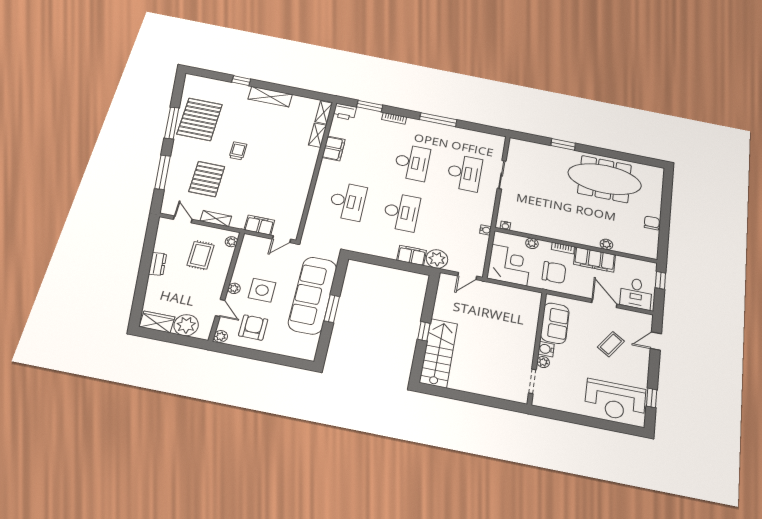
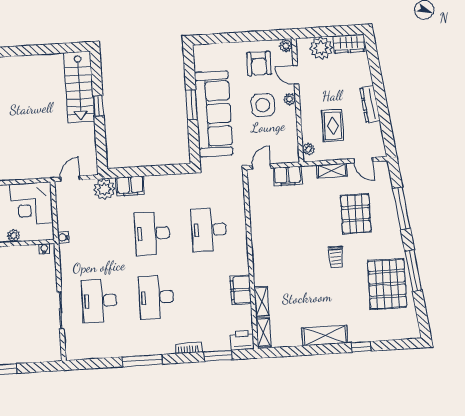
dresser: (157, 264) -> (370, 104), width x1.44

